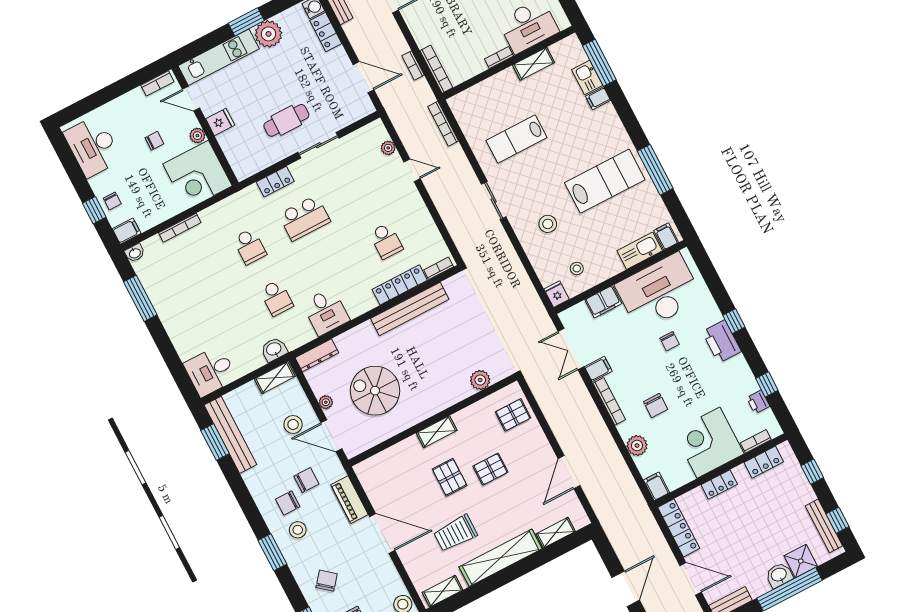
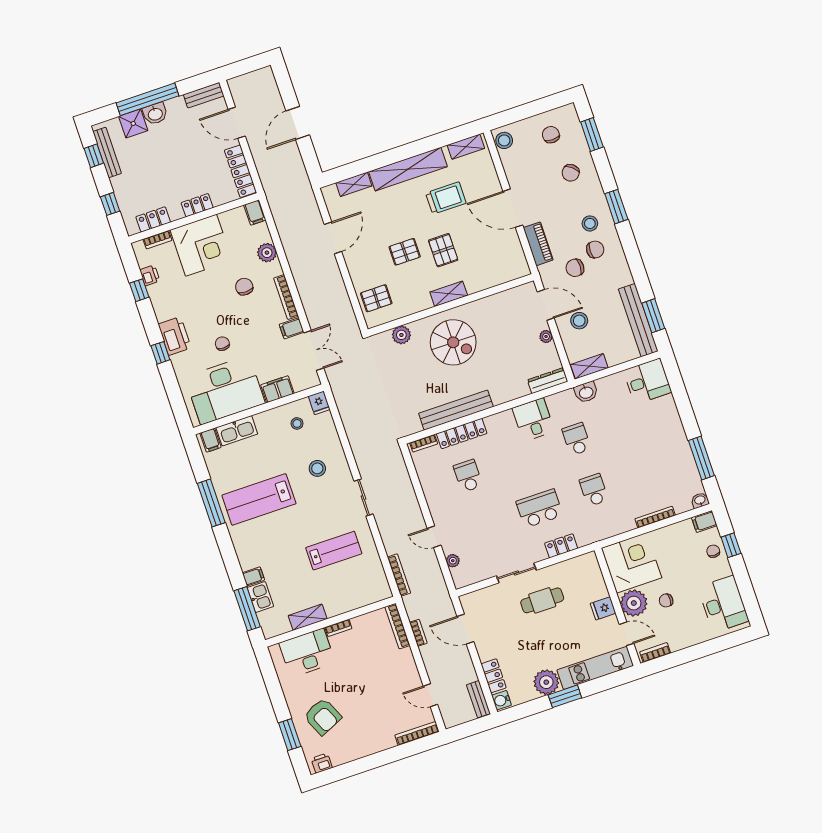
plant: (197, 136) -> (634, 603), width x1.88, depth x1.88
spiral stairs: (375, 391) -> (453, 342), moved

